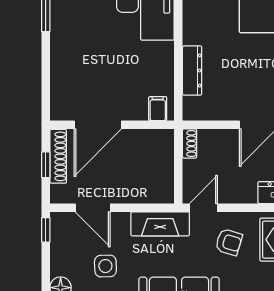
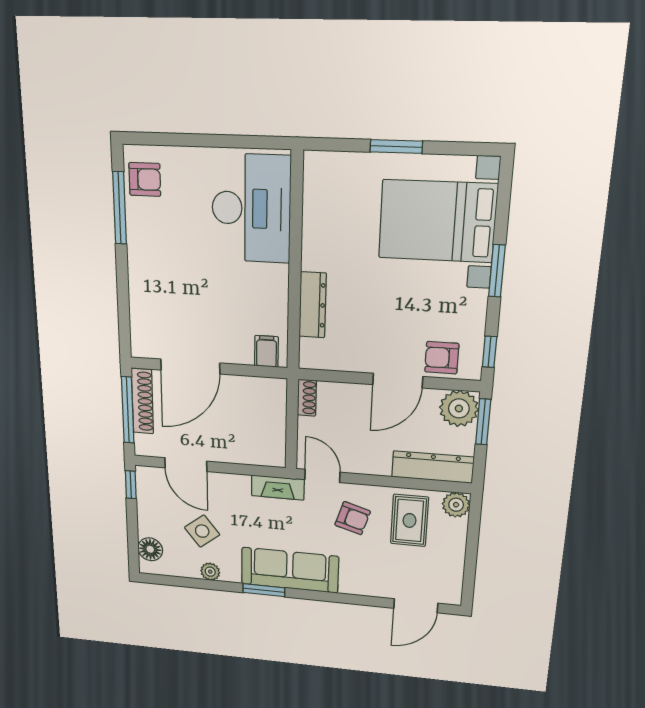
window: (46, 165) -> (128, 410), width x2.17
door: (203, 208) -> (322, 476), hinge flipped
fireplace: (160, 224) -> (278, 487), width x0.73, depth x0.76
side table: (105, 266) -> (202, 531), turned -36

